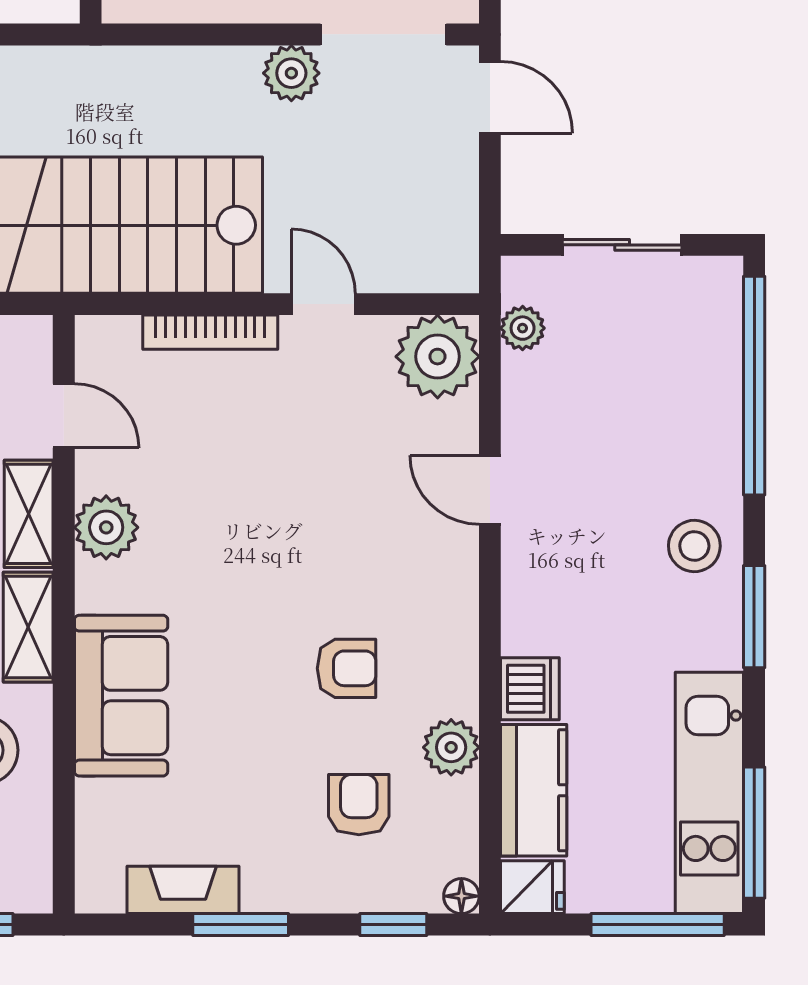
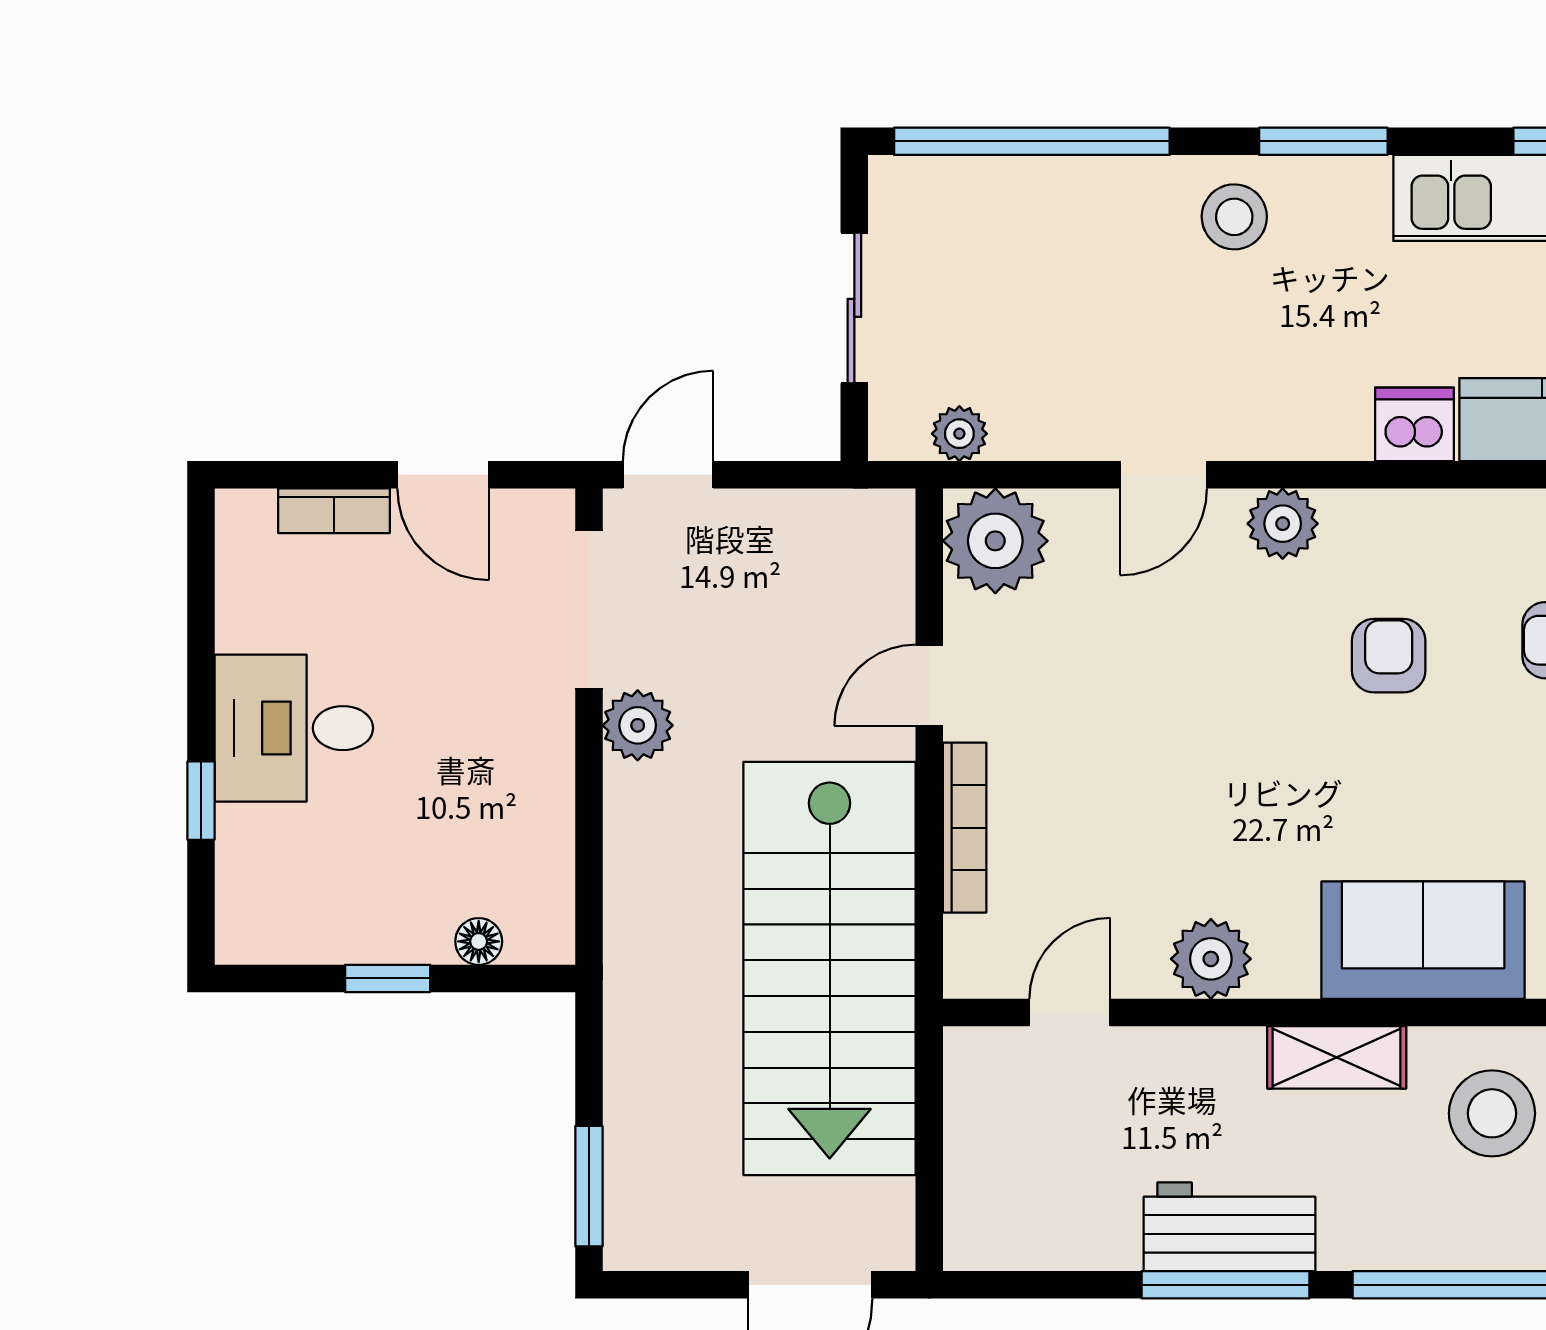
shelving: (29, 514) -> (1194, 1057), removed
plant: (451, 747) -> (1283, 524), moved

